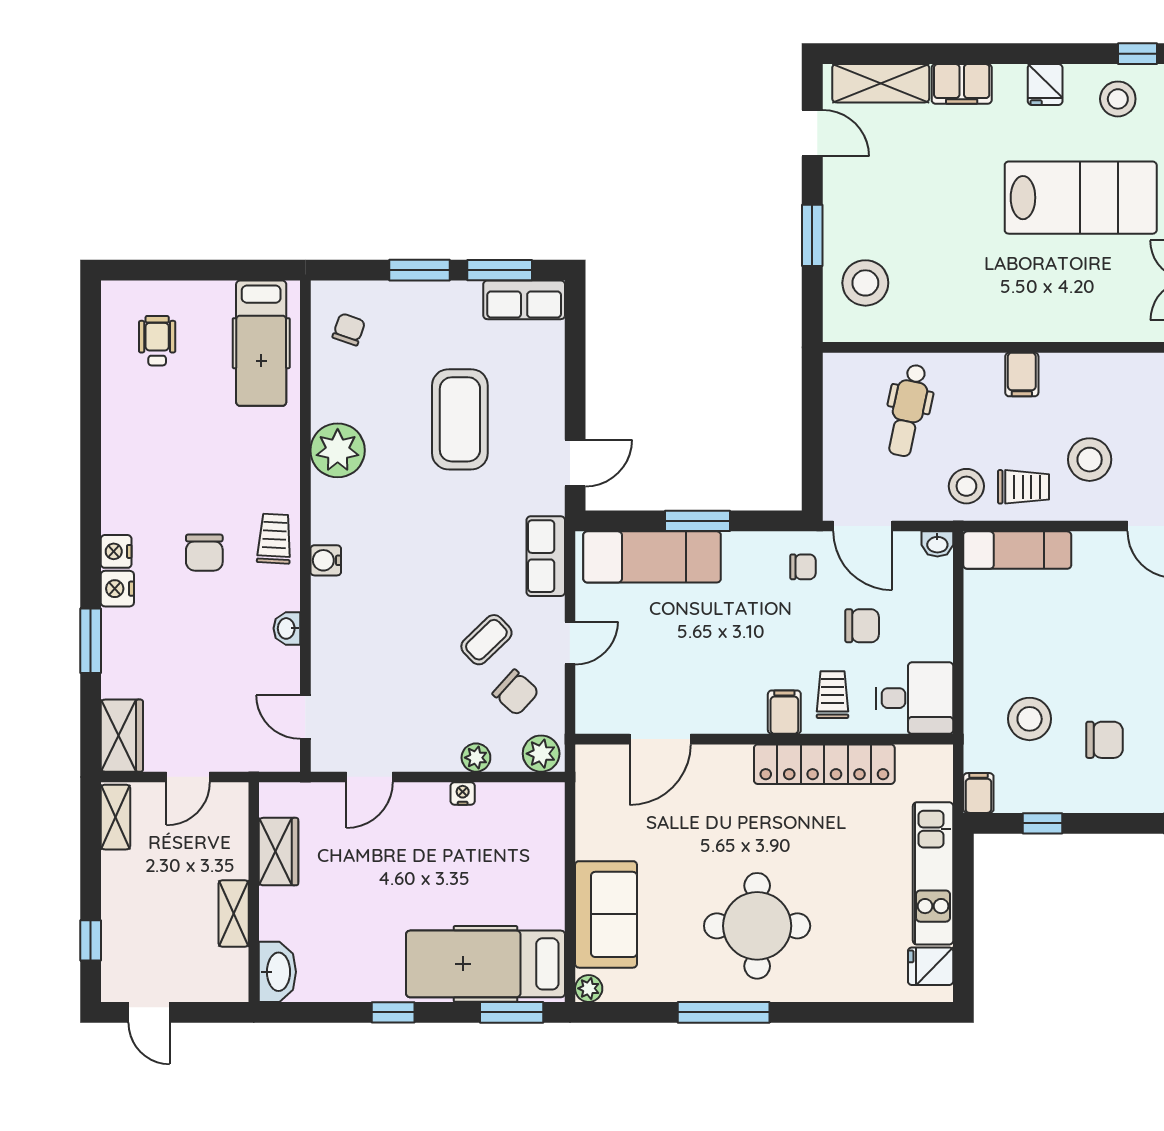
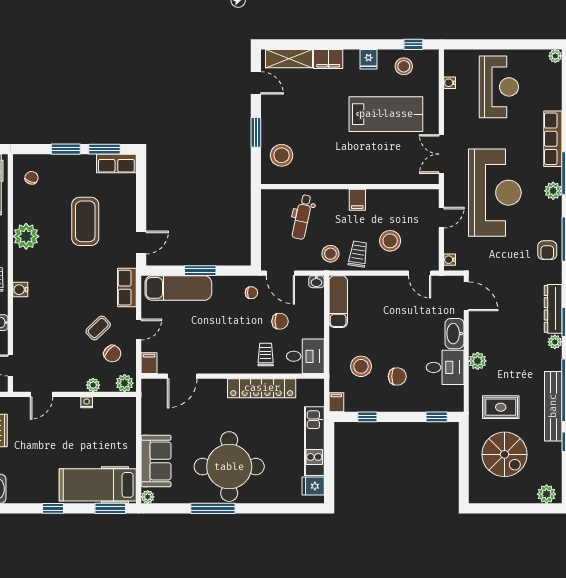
trolley: (1024, 487) -> (358, 254), turned -81
exam couch: (1017, 550) -> (338, 302), moved, turned -90
filing cabinet: (784, 712) -> (149, 363), moved
round table: (757, 926) -> (229, 467), width x1.36, depth x1.36

